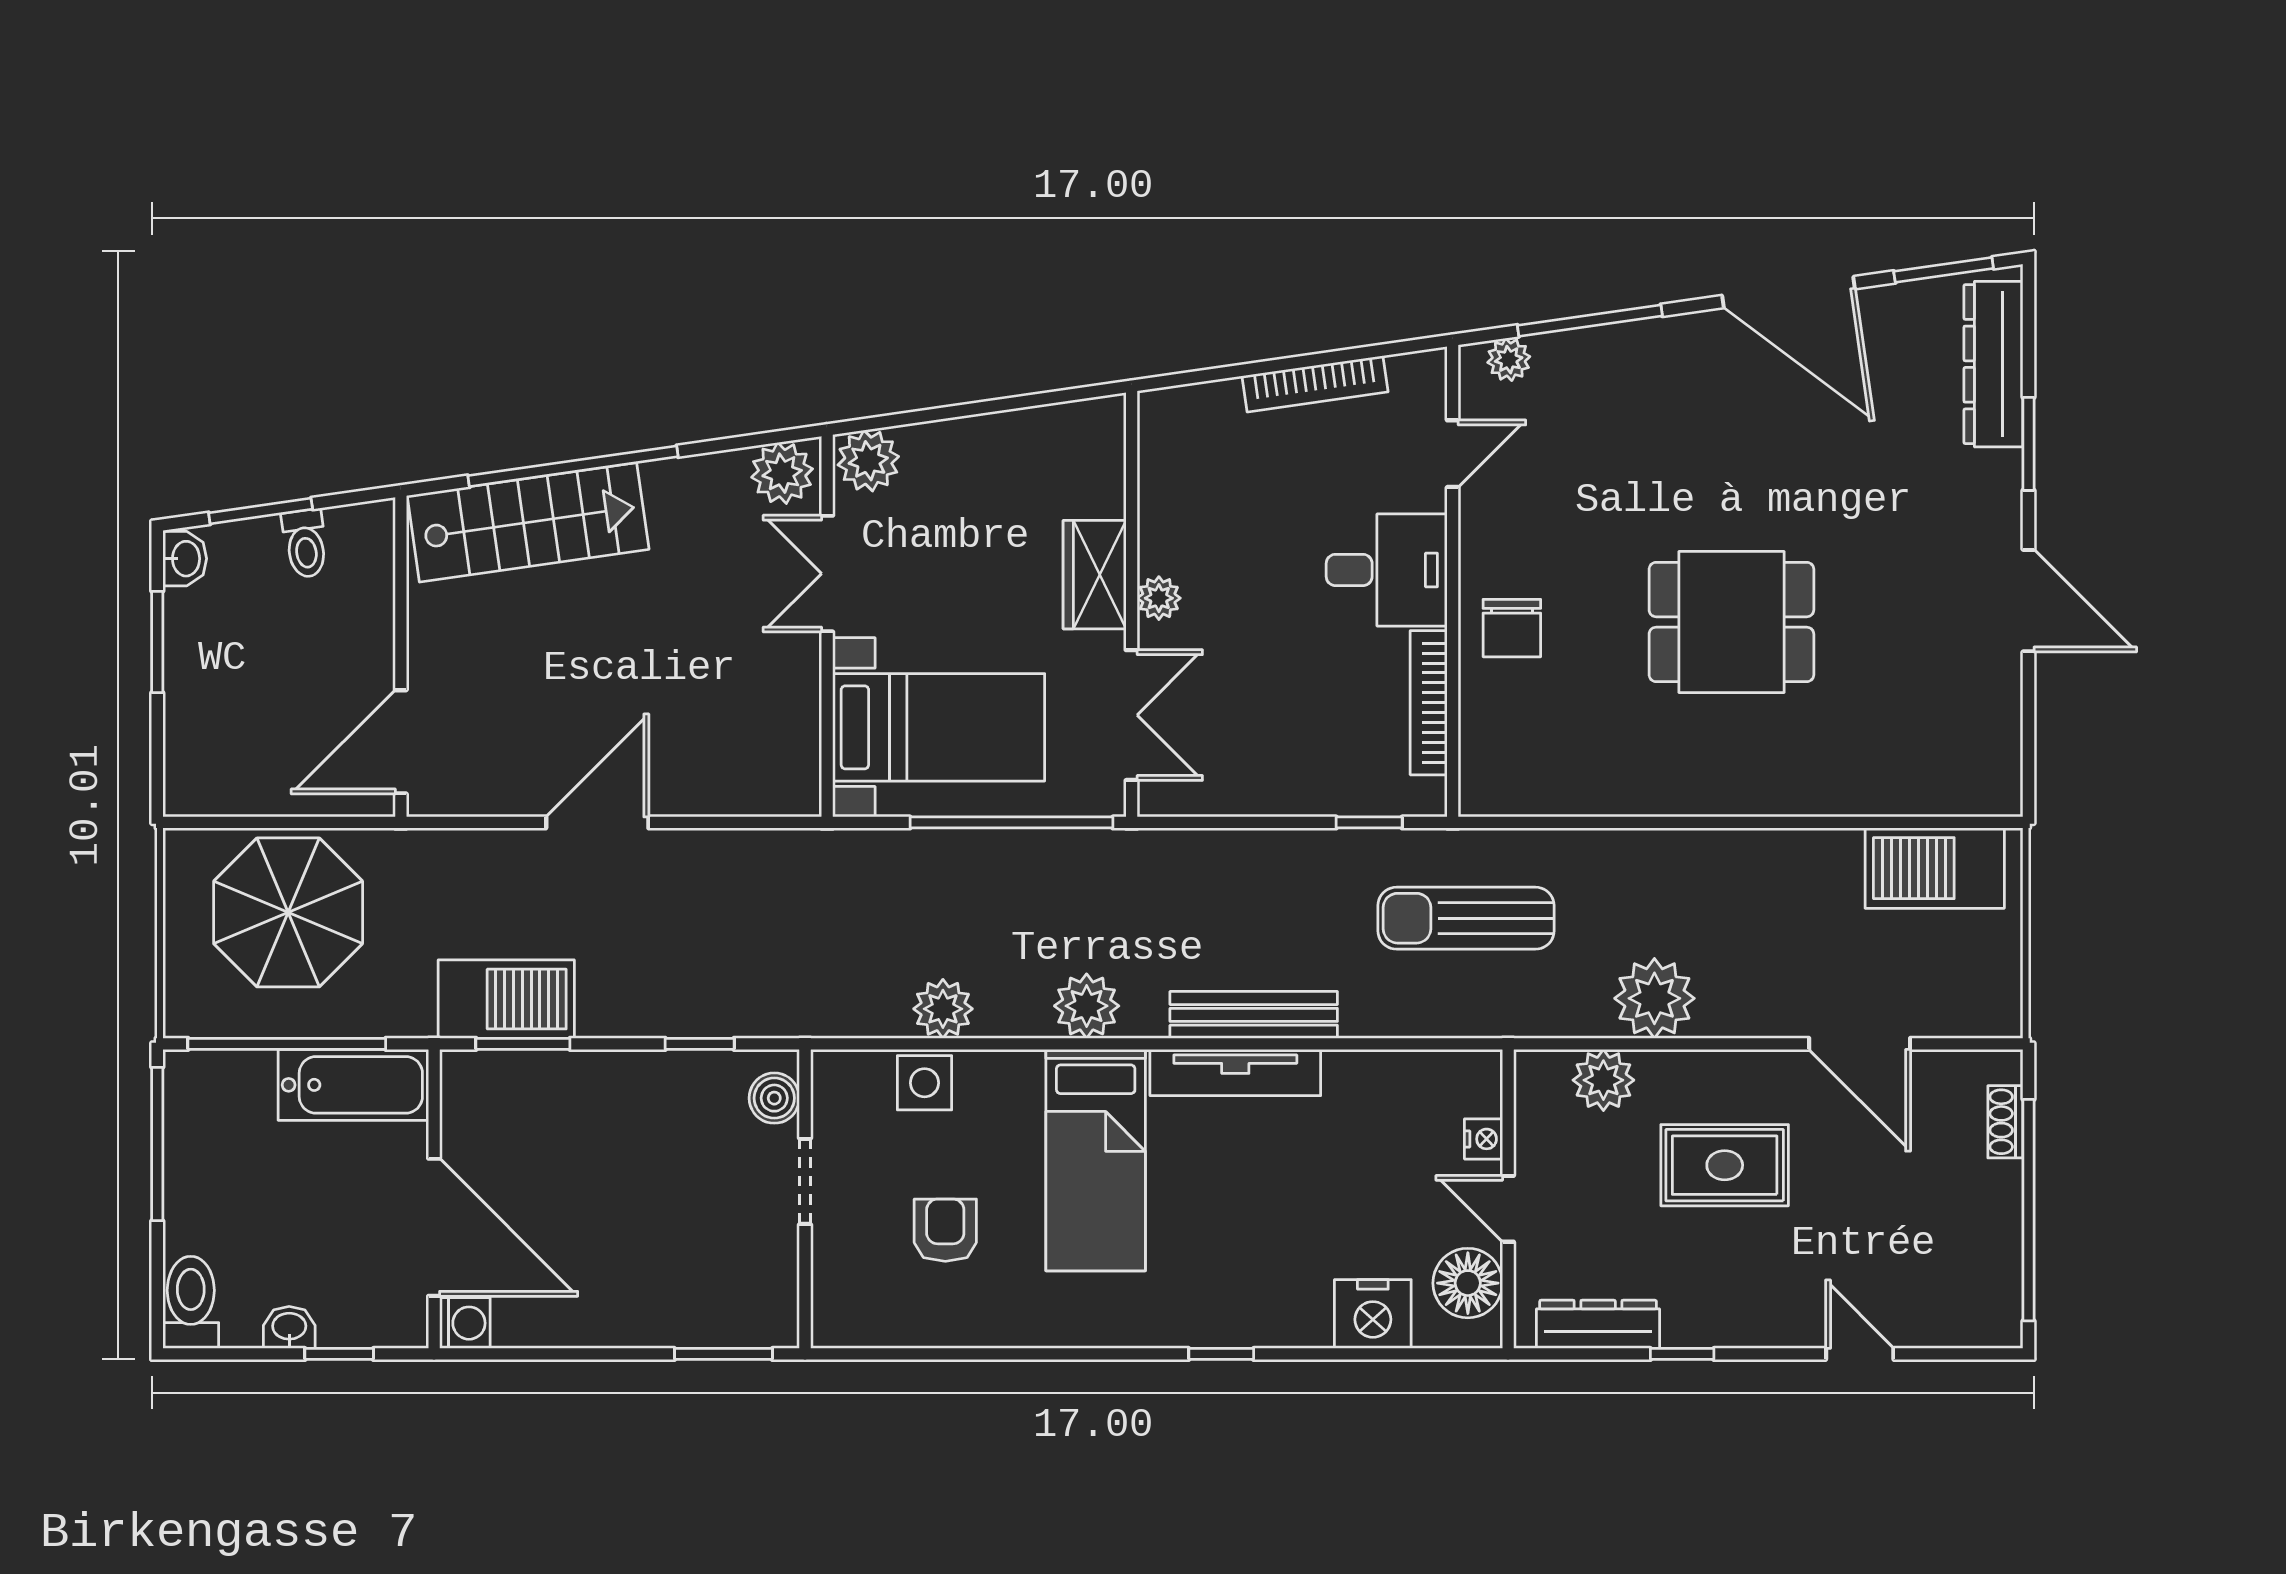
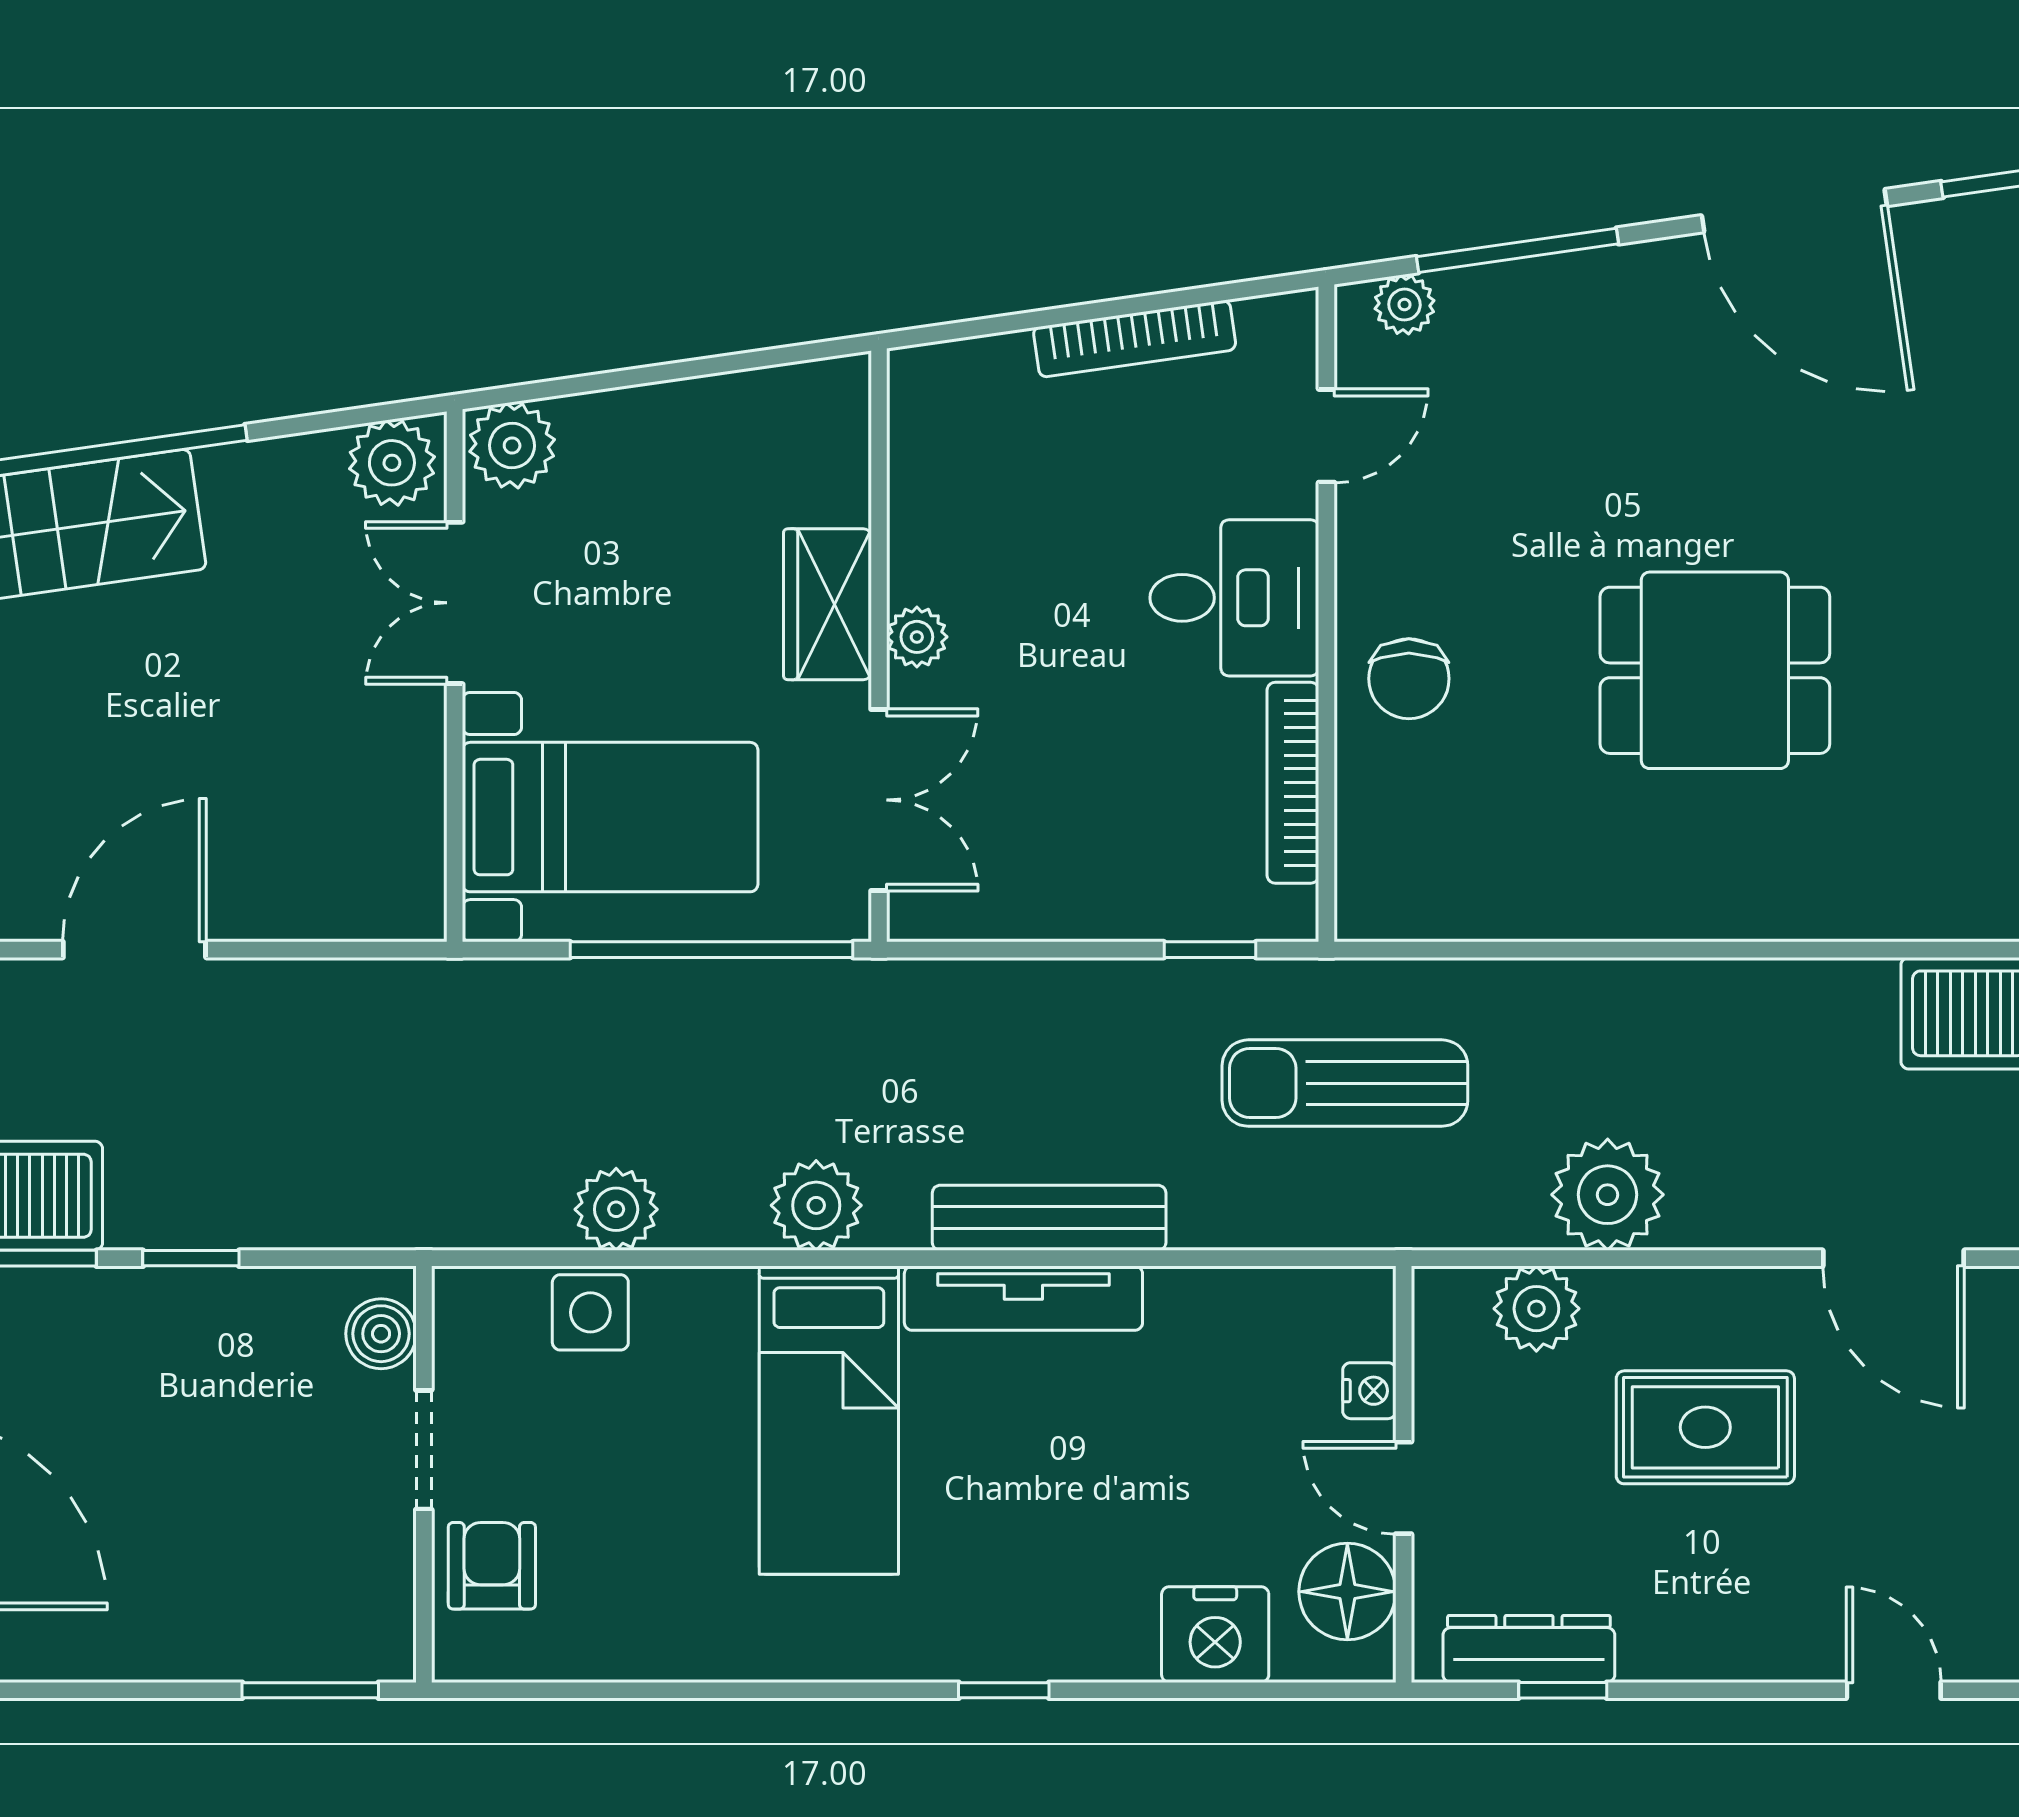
window: (700, 1044) -> (191, 1258), moved
armchair: (945, 1230) -> (492, 1566), moved
window: (1682, 1354) -> (1563, 1690), moved

